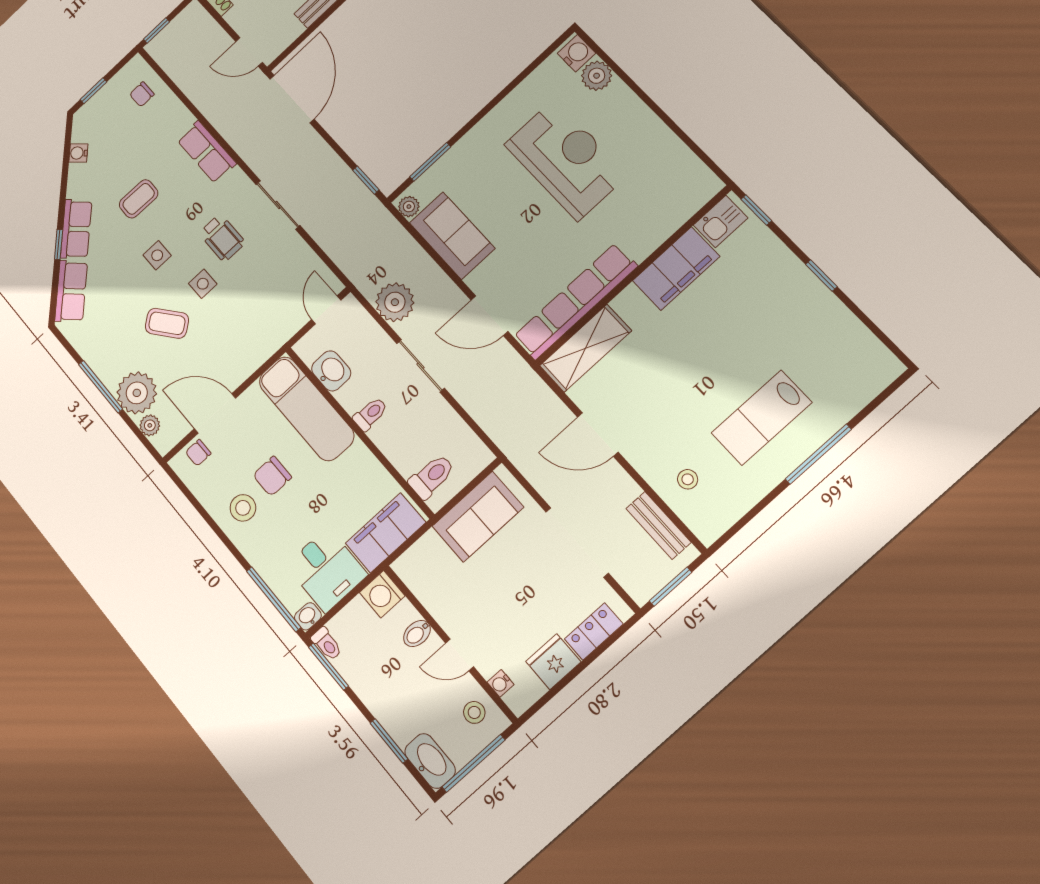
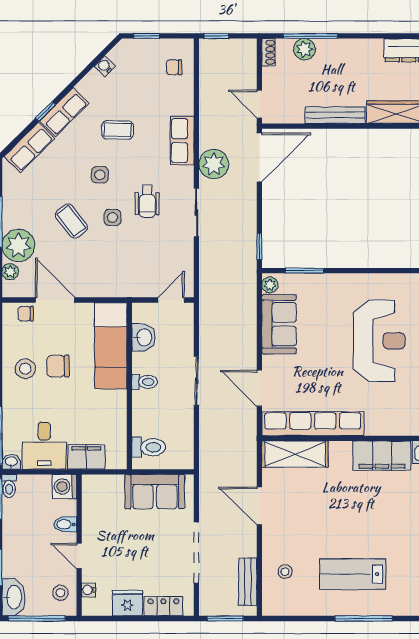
plant: (395, 302) -> (214, 164), moved
filing cabinet: (385, 533) -> (86, 457), width x0.67, depth x0.86

